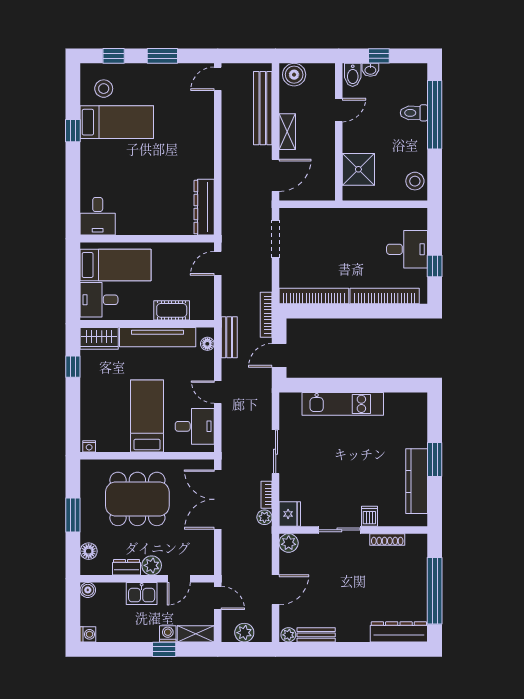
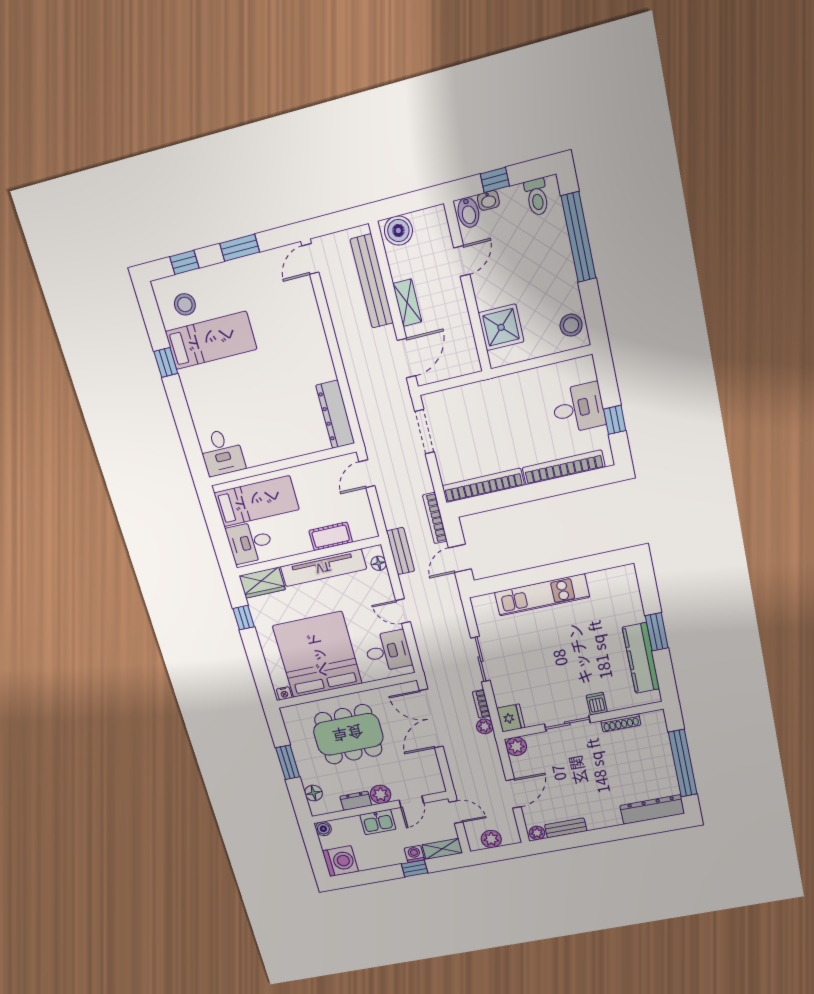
toilet: (414, 113) -> (537, 197), moved, turned -90
bed: (147, 416) -> (317, 655), width x2.04
washing machine: (88, 634) -> (340, 861), width x1.89, depth x1.89

